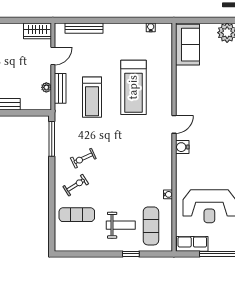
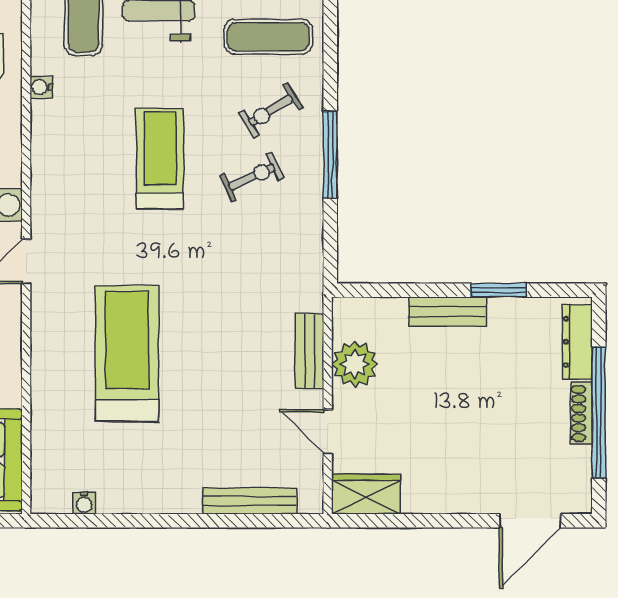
door: (53, 56) -> (328, 432), hinge flipped
plant: (46, 87) -> (355, 364), width x1.88, depth x1.88
treadmill: (92, 97) -> (160, 159), moved
window: (52, 139) -> (330, 155), moved

